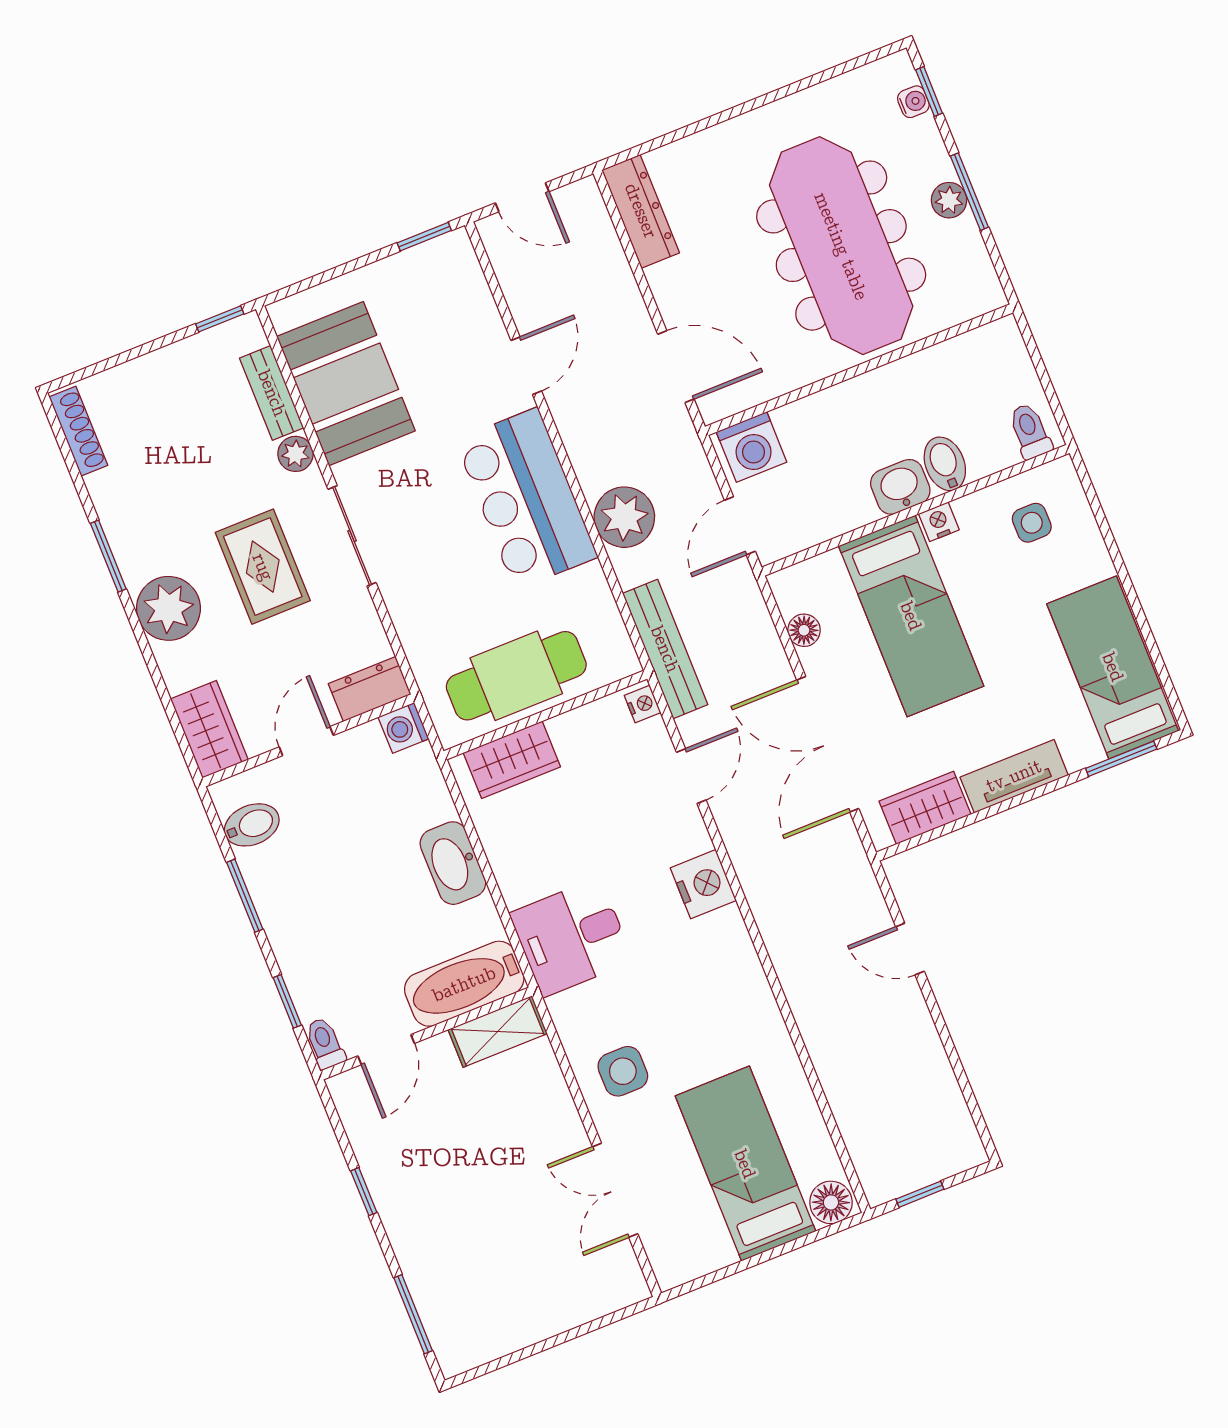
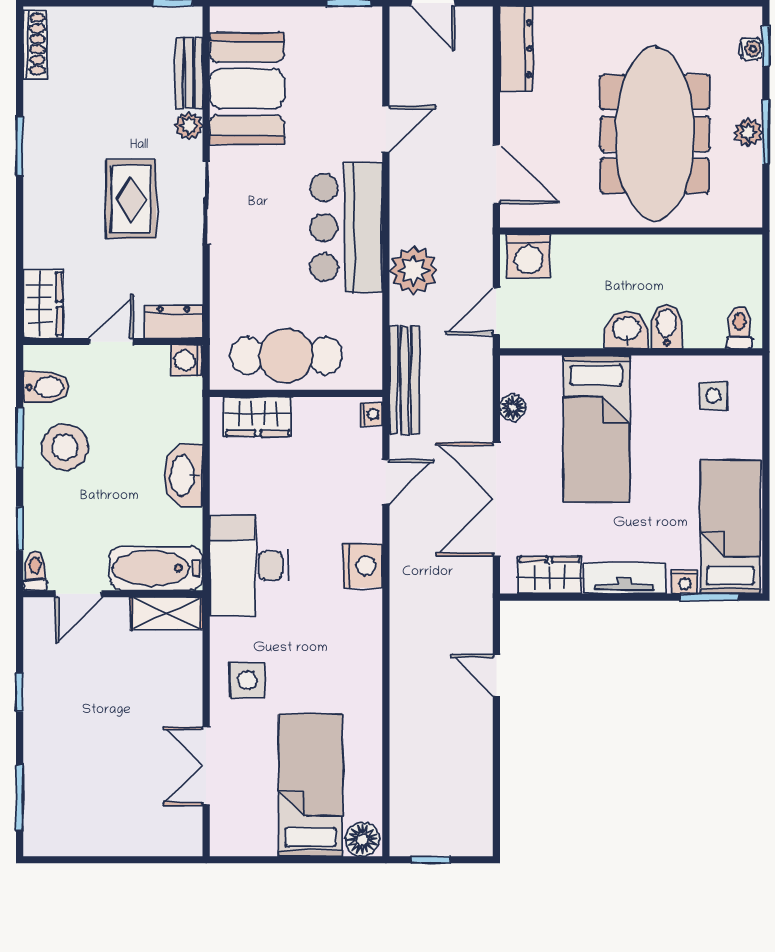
nightstand: (939, 522) -> (685, 582), moved, turned 180
plant: (168, 608) -> (49, 202), removed
stool: (302, 886) -> (65, 447), added
desk: (571, 937) -> (249, 566), width x1.37

